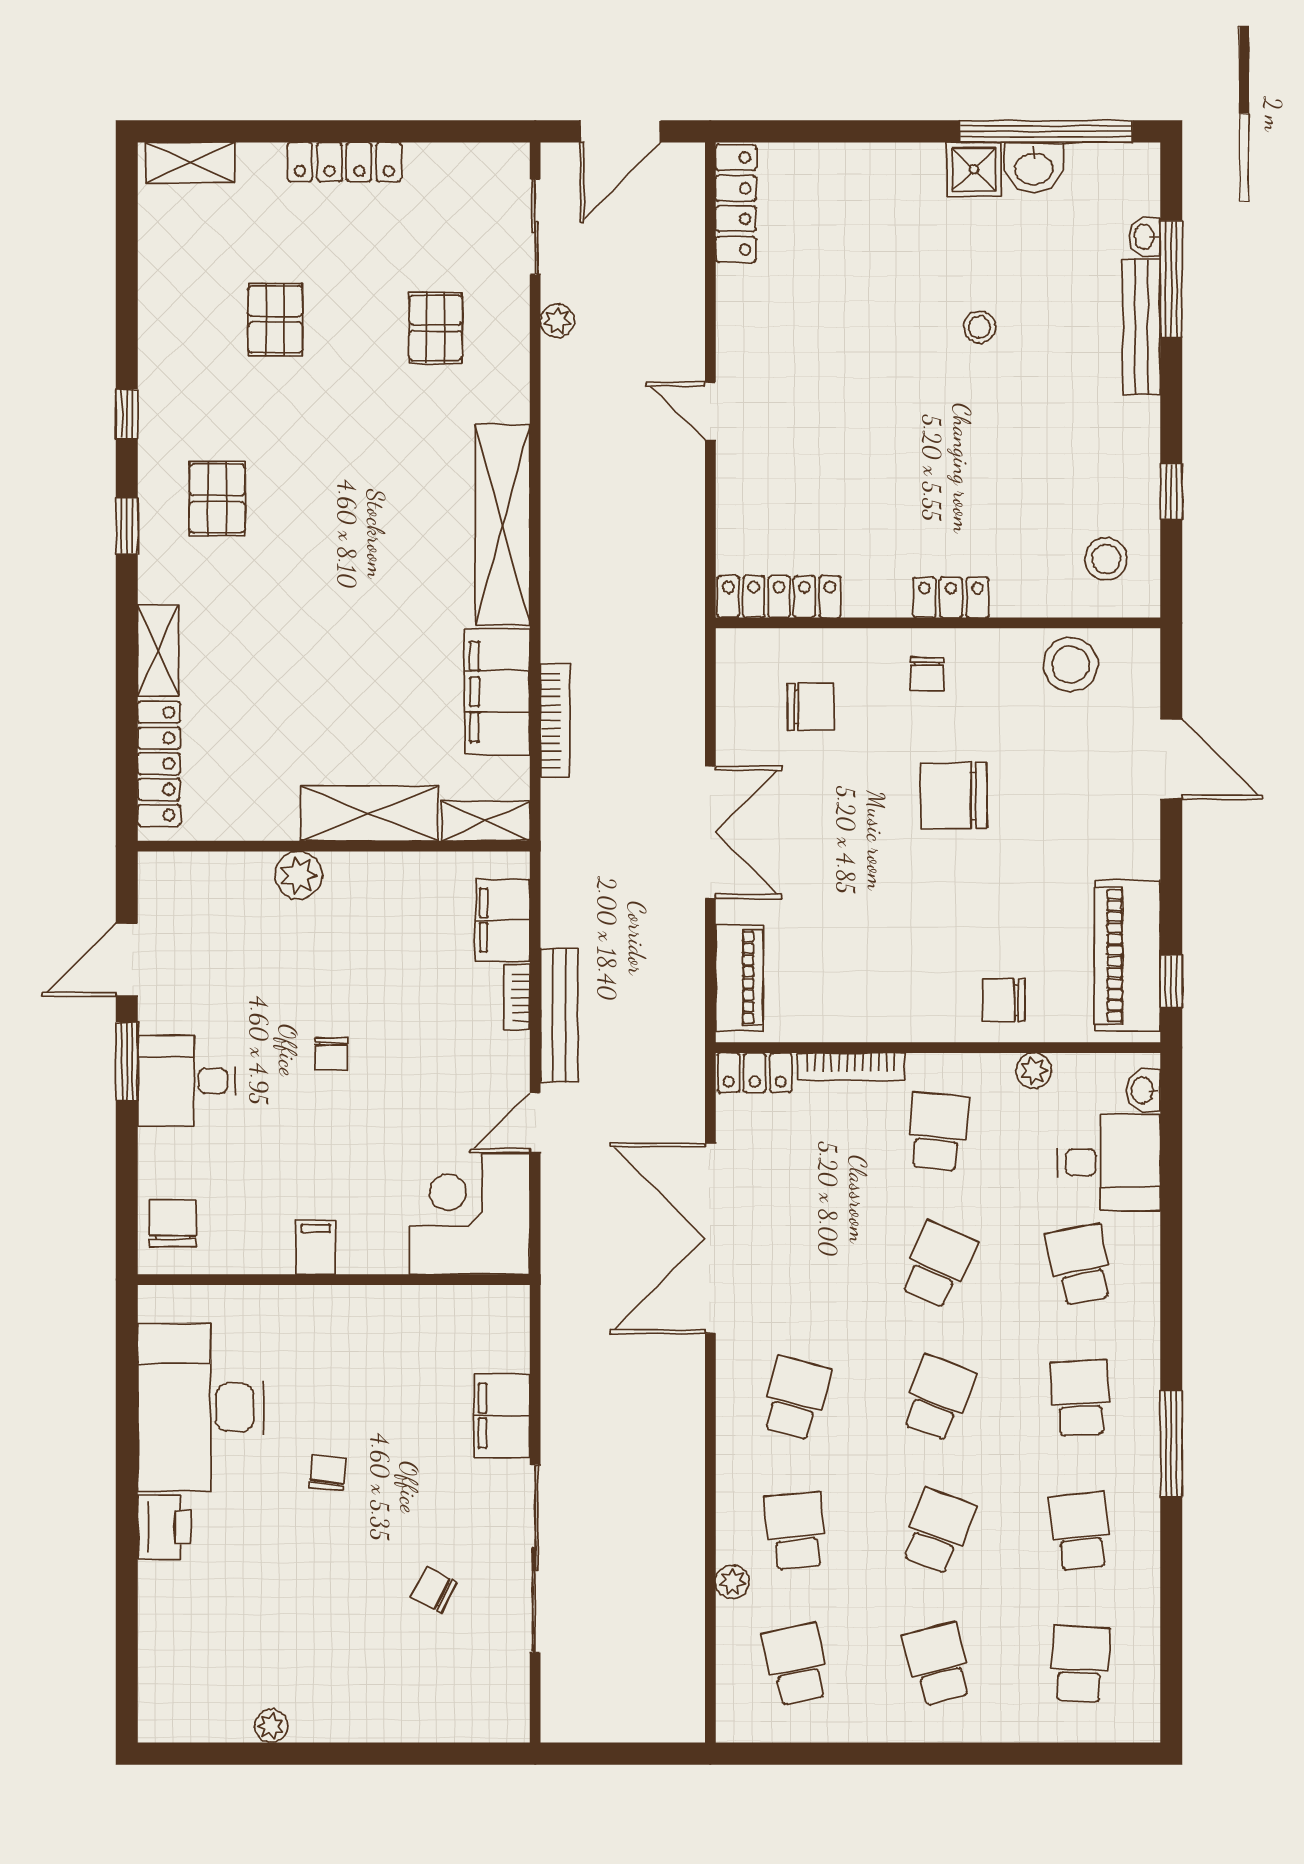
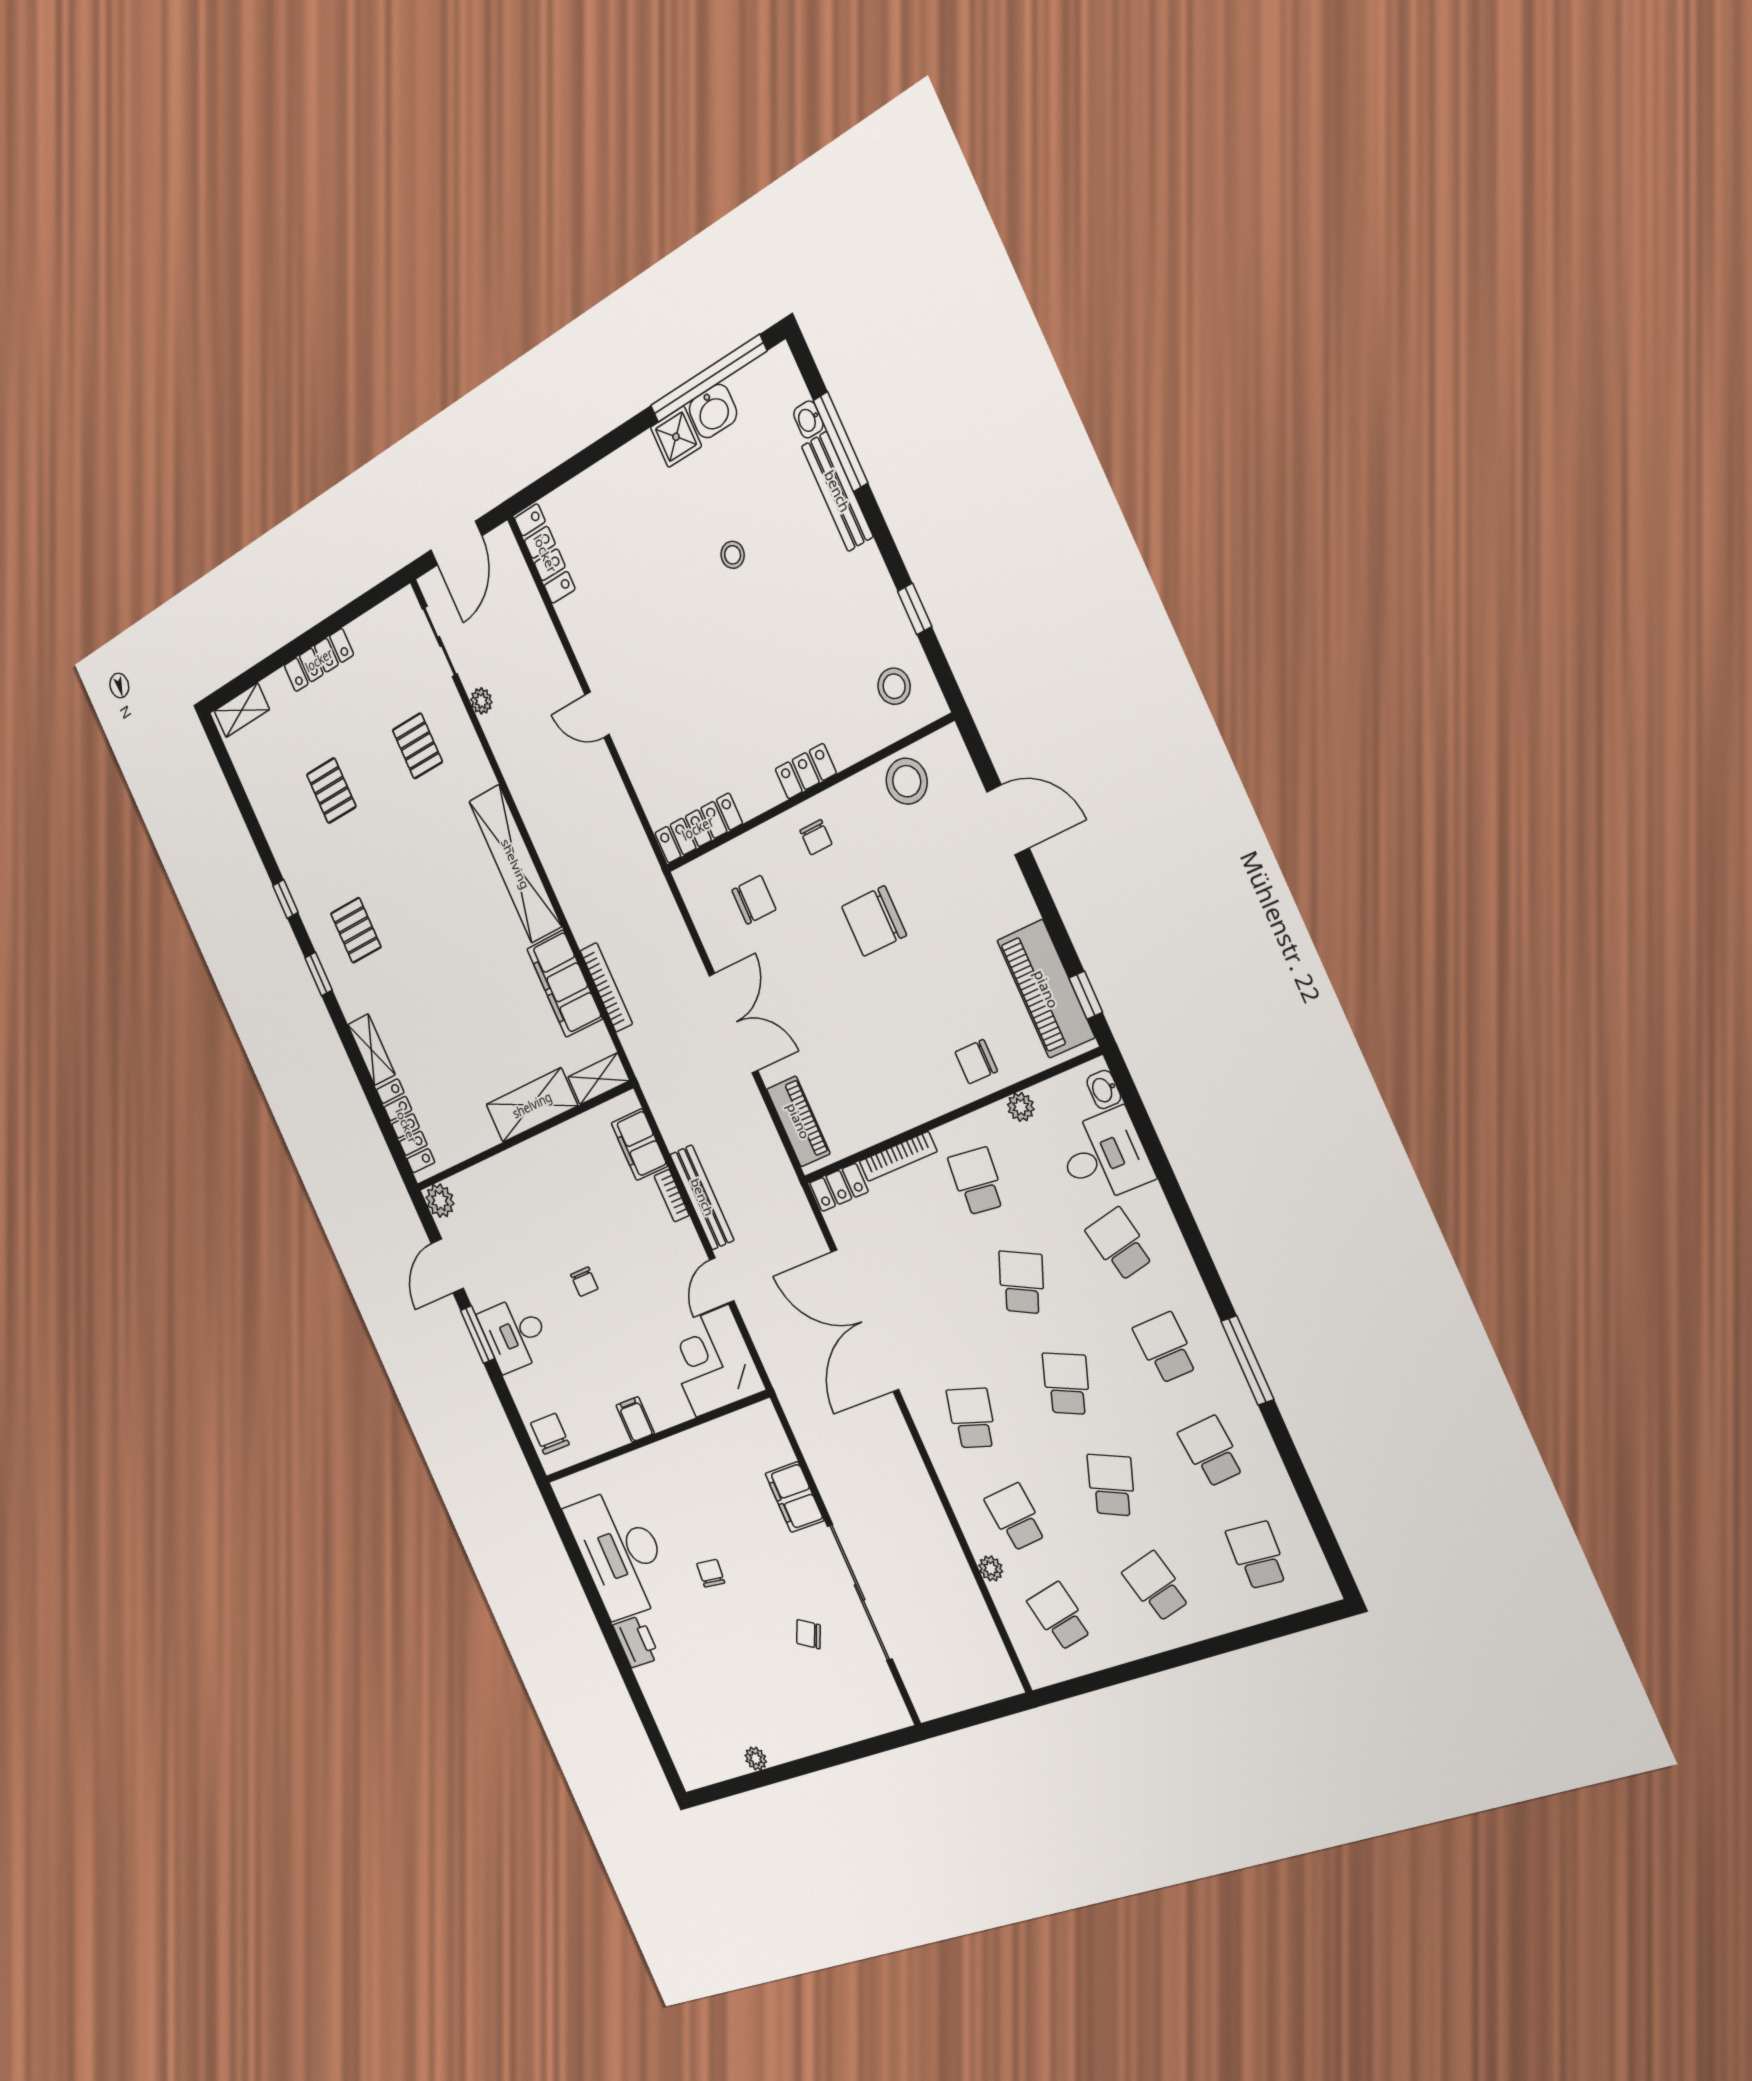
plant: (298, 875) -> (440, 1201), moved

